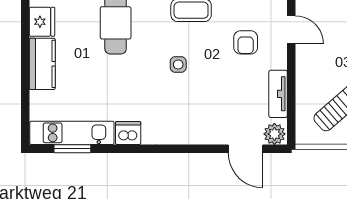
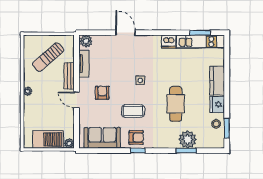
bench: (304, 72) -> (69, 76), added
door: (246, 149) -> (126, 33), moved

